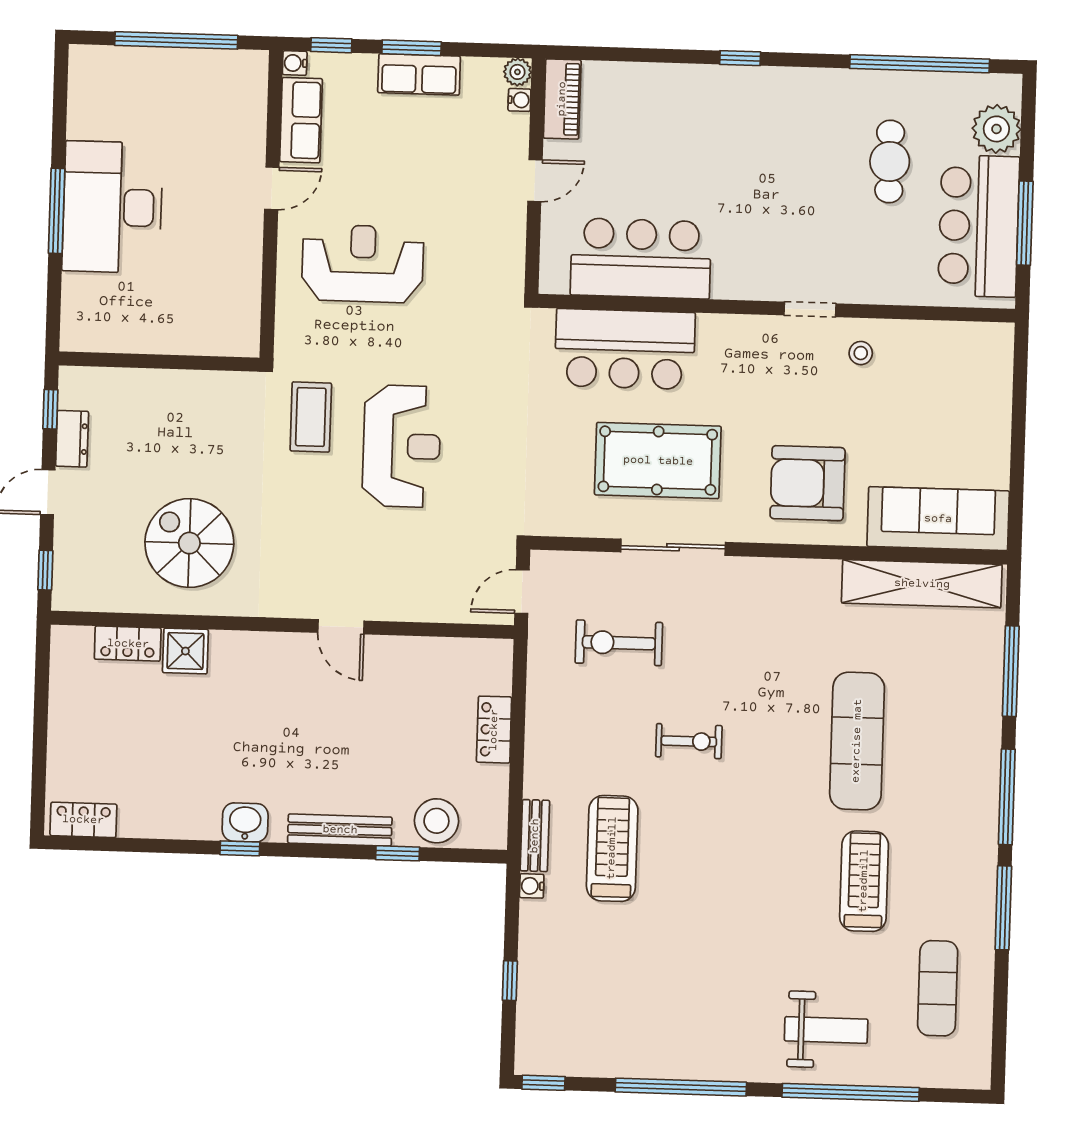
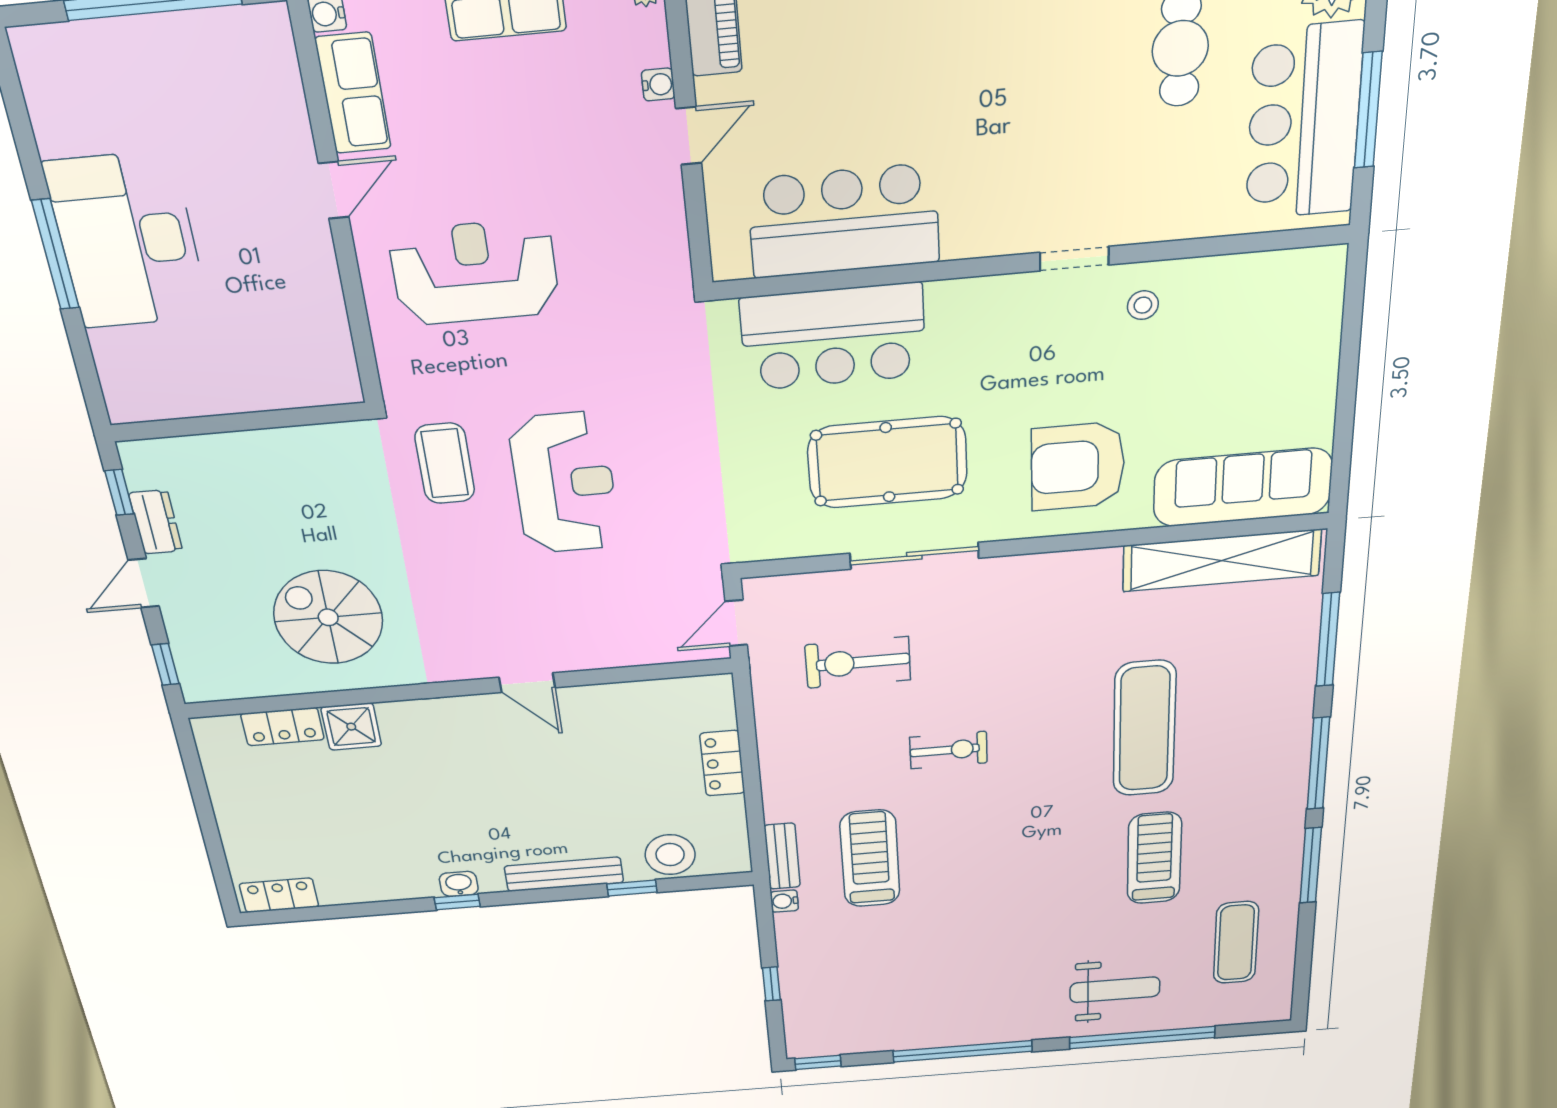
water cooler: (519, 100) -> (658, 84), moved
washbasin: (245, 822) -> (459, 884), width x0.72, depth x0.69

